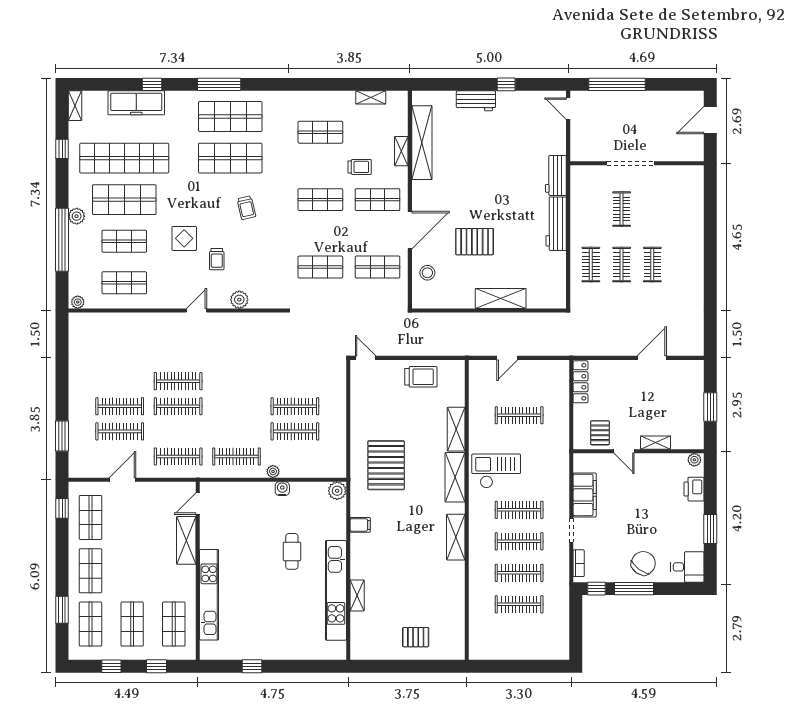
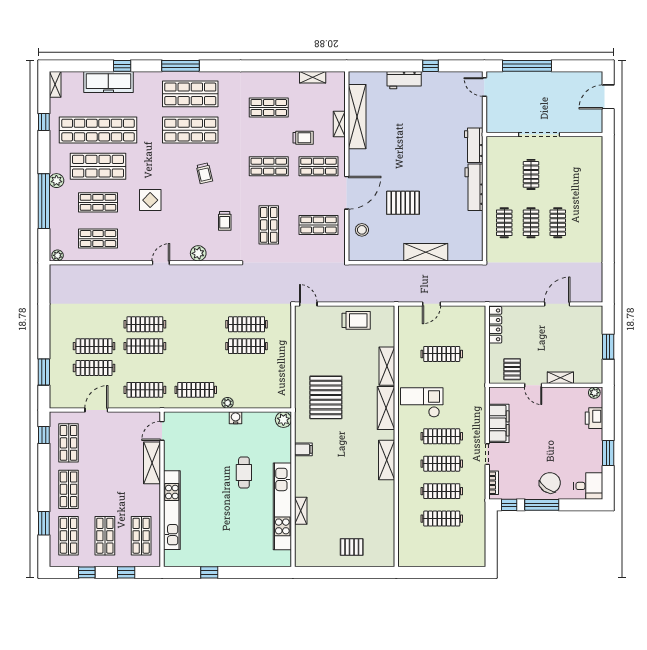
trolley: (217, 259) -> (225, 221), moved
shop shelf: (320, 267) -> (269, 225), turned 90
clothes rail: (295, 431) -> (247, 324), moved

